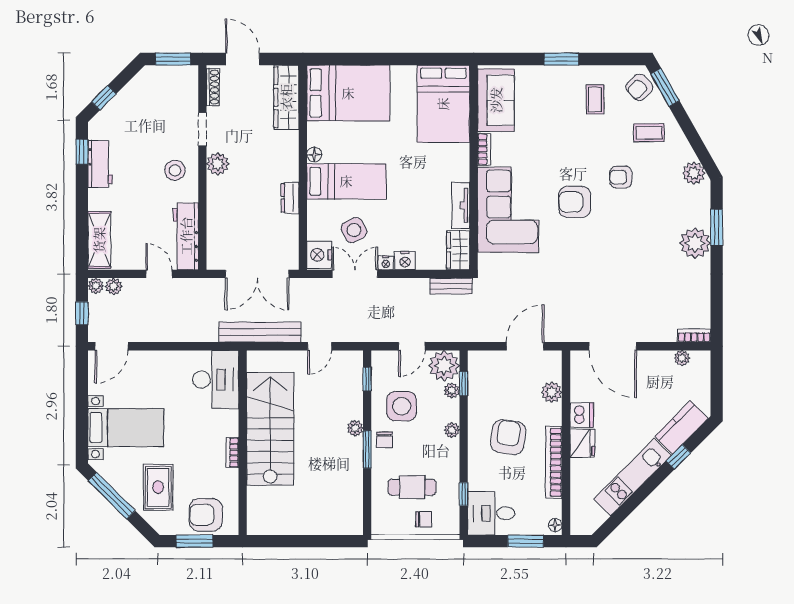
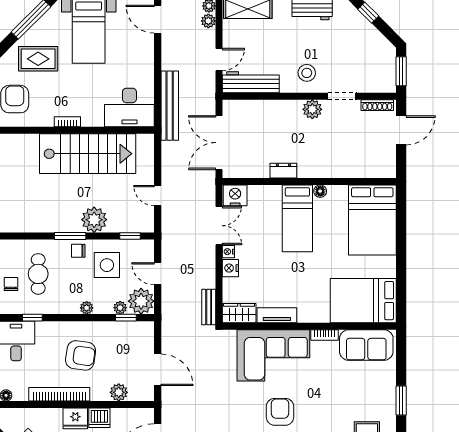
wardrobe: (286, 97) -> (369, 167), removed
side table: (354, 230) -> (256, 225), removed
bench: (260, 332) -> (170, 106), moved
plant: (355, 428) -> (94, 220), width x1.87, depth x1.87
chair: (424, 519) -> (11, 284), turned 180

